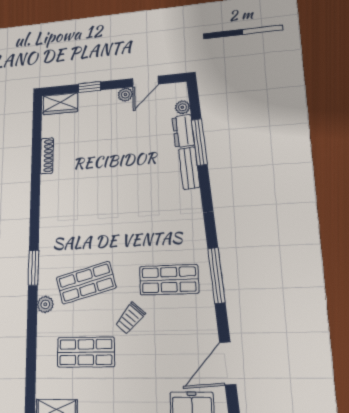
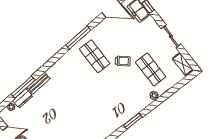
shop shelf: (86, 283) -> (122, 92), removed
plant: (45, 304) -> (154, 96), moved

